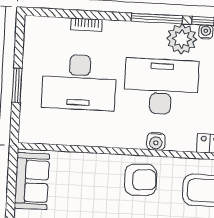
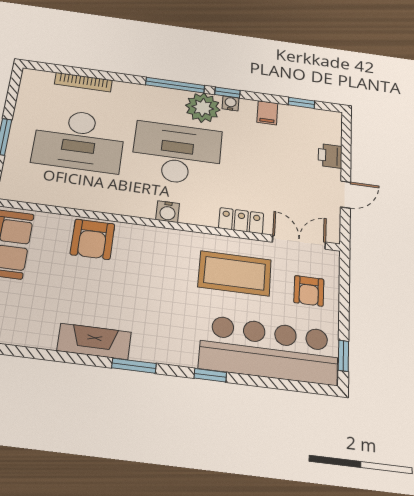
bookcase: (86, 25) -> (83, 82), width x1.56
armchair: (141, 180) -> (93, 239), moved, turned 92

